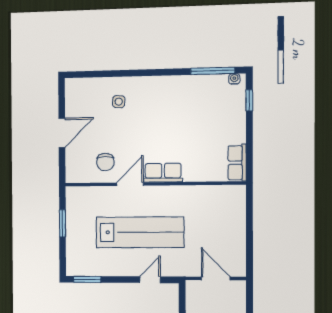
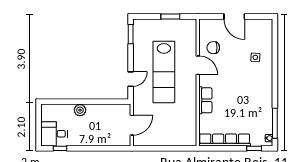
row of seats: (237, 163) -> (225, 140), width x2.02
row of seats: (163, 173) -> (205, 100), moved
door: (150, 280) -> (131, 79), hinge flipped

